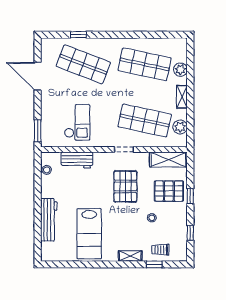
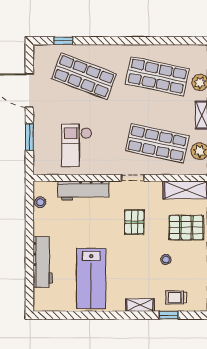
window: (78, 35) -> (63, 41), moved
checkout: (77, 122) -> (77, 146), turned 180
window: (38, 131) -> (29, 137), moved
workbench: (77, 160) -> (83, 191), width x1.38
pallet: (125, 186) -> (134, 222), width x0.67, depth x0.71

